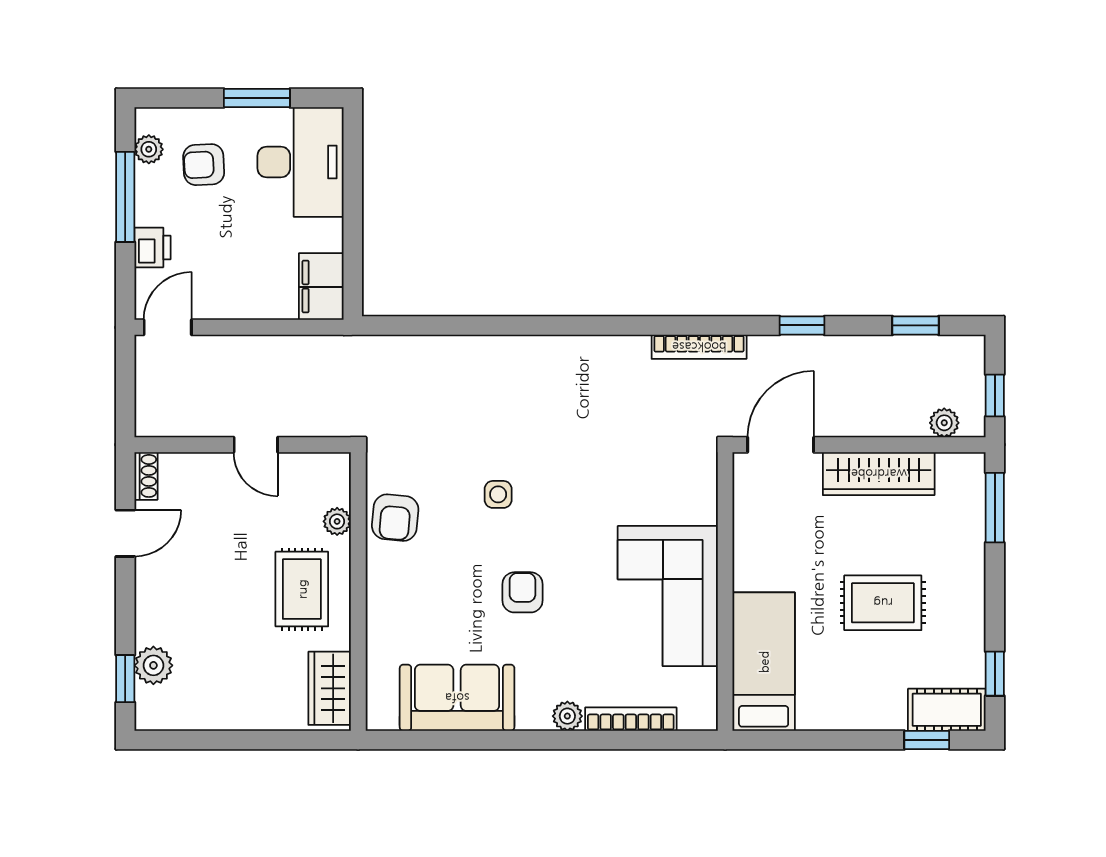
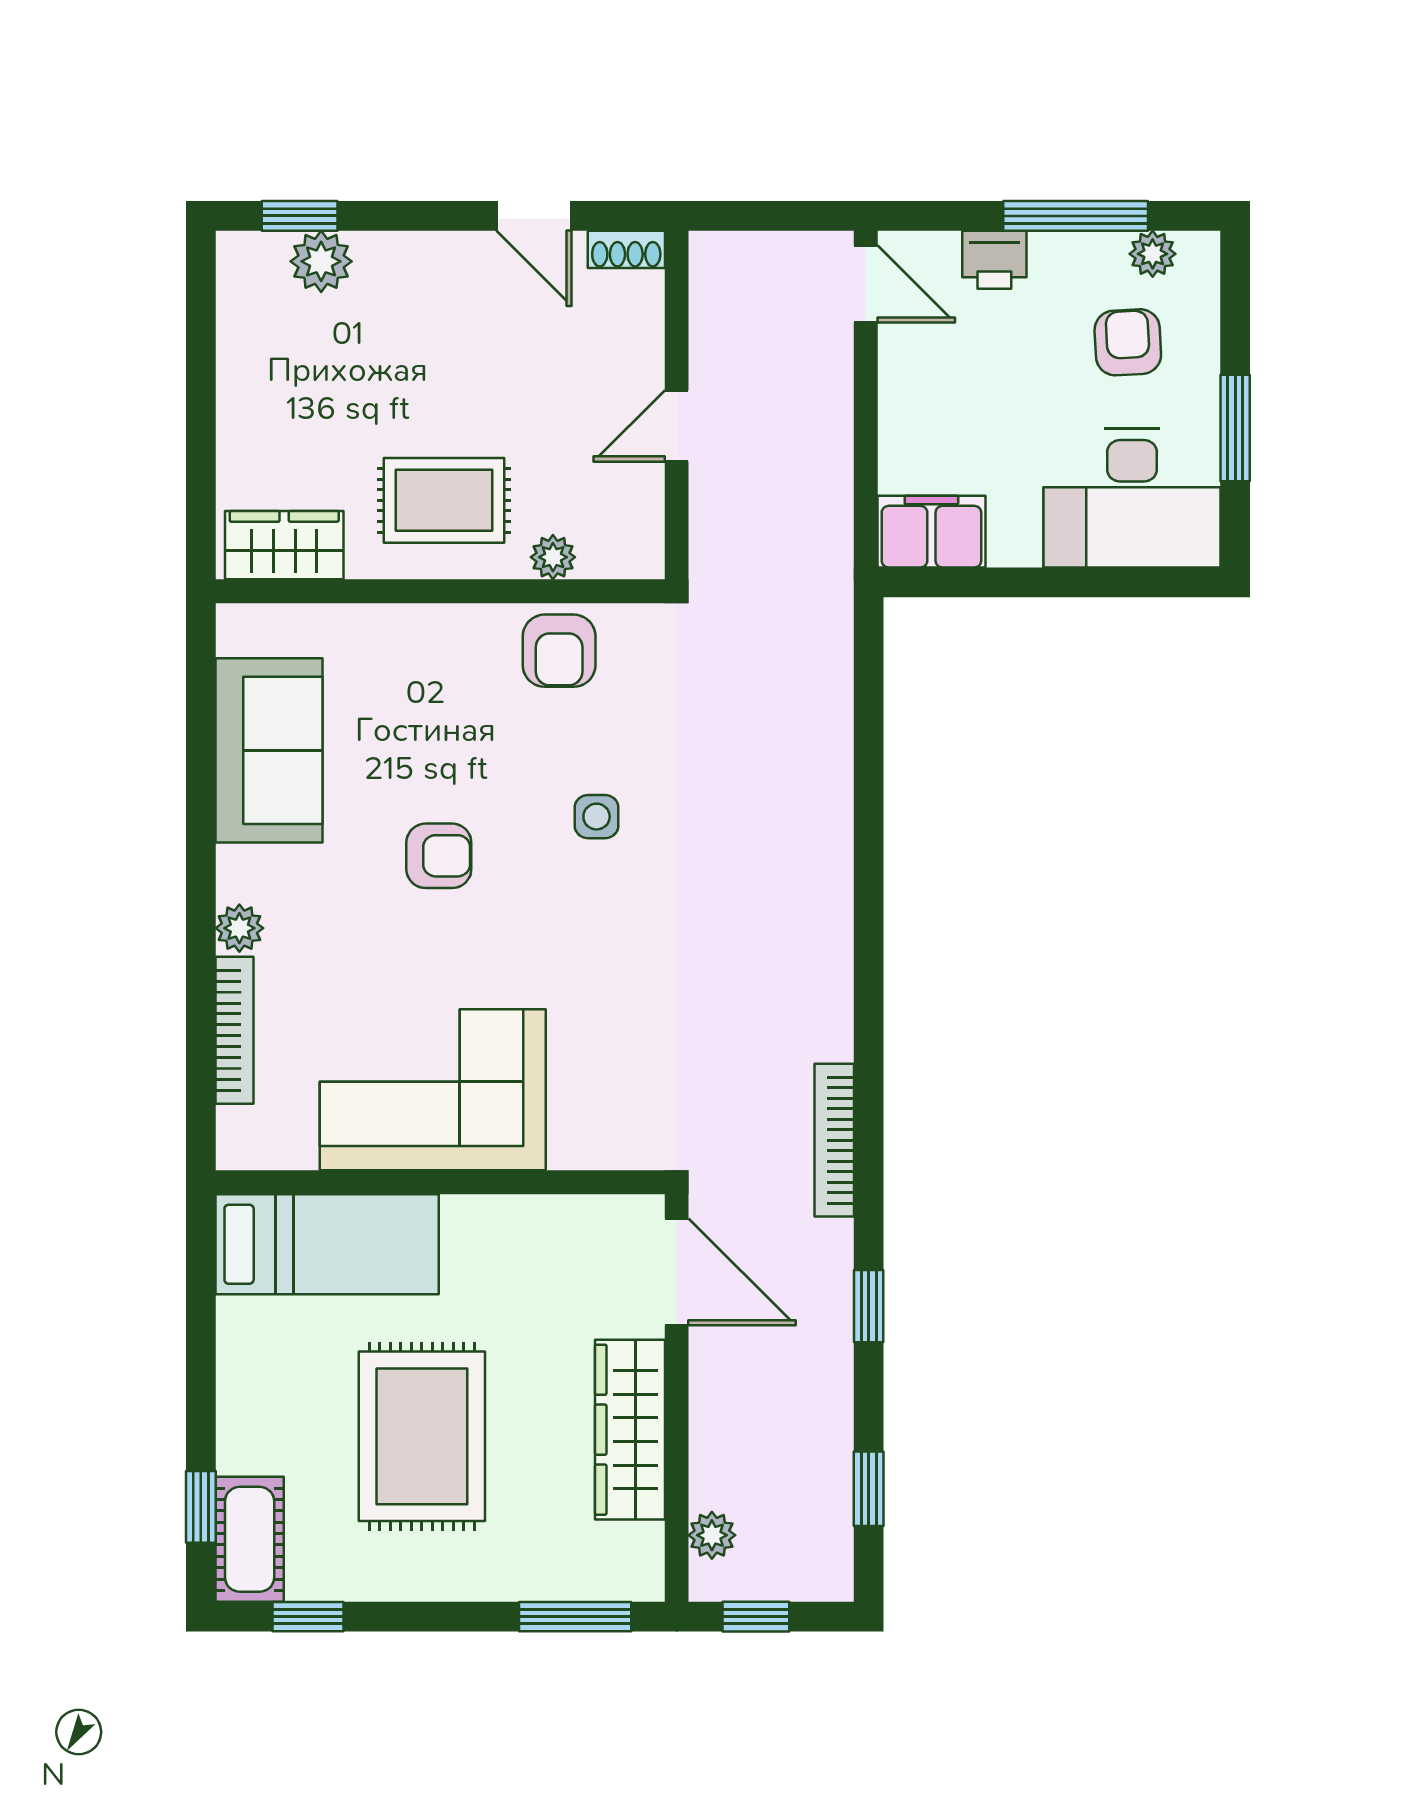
armchair: (395, 518) -> (559, 651), turned -95
rug: (883, 603) -> (422, 1436), width x1.36, depth x1.43

